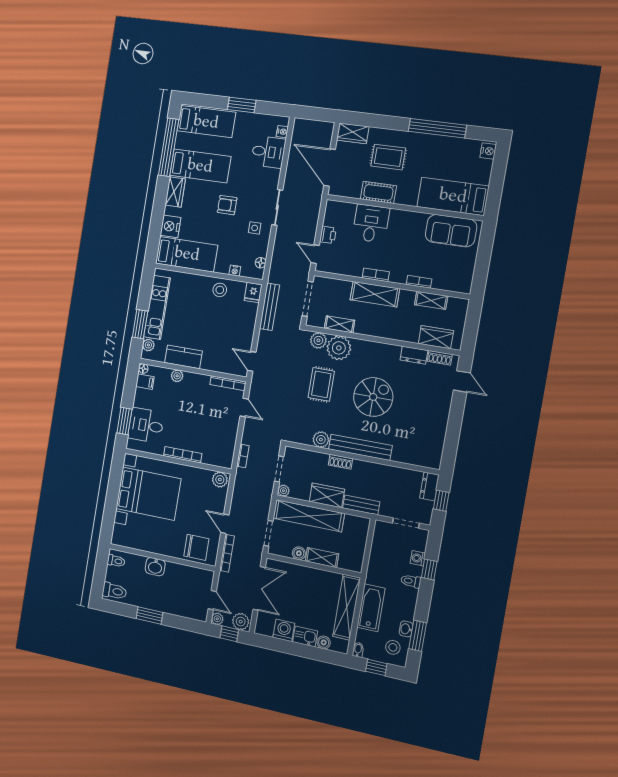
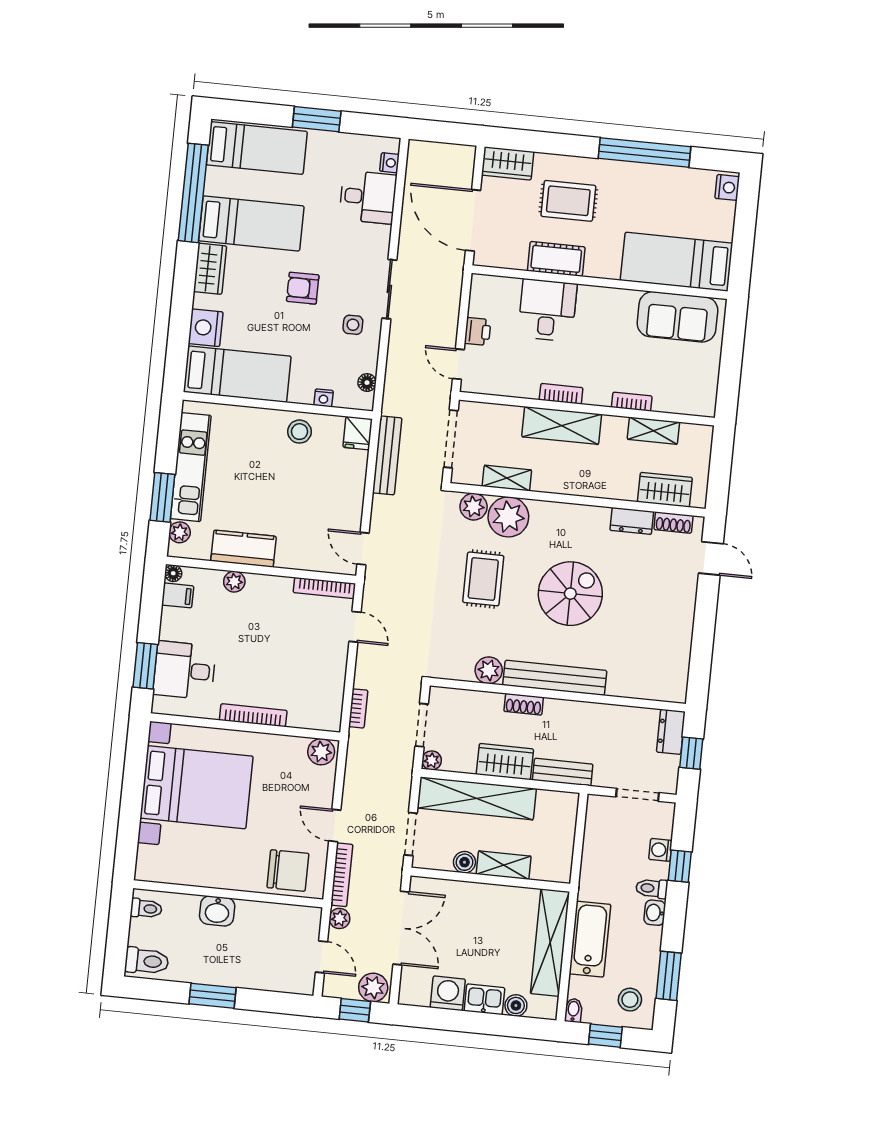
plant: (217, 619) -> (339, 918), moved
washbasin: (406, 629) -> (655, 913), moved

